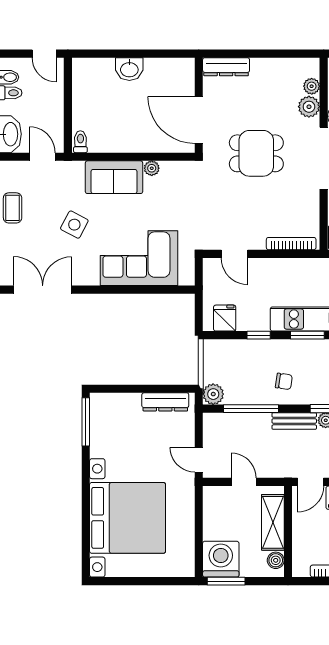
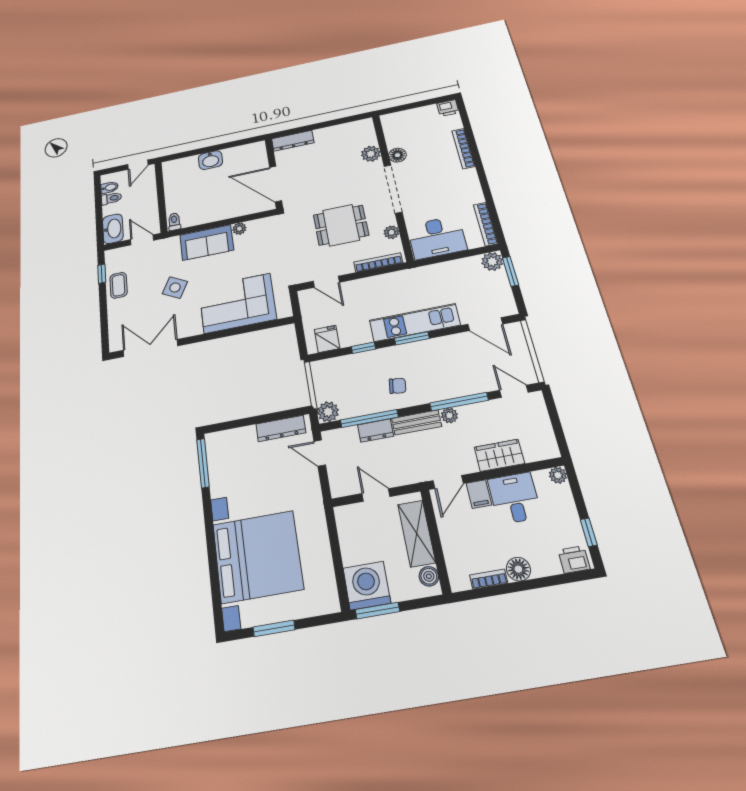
door: (44, 54) -> (138, 165), hinge flipped
plant: (312, 86) -> (391, 232), moved
dining table: (256, 153) -> (341, 225), moved
dresser: (255, 421) -> (376, 430), added
door: (199, 460) -> (320, 453), moved
window: (134, 581) -> (274, 628), added

